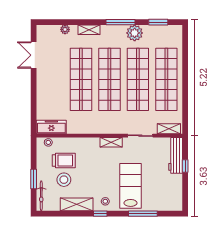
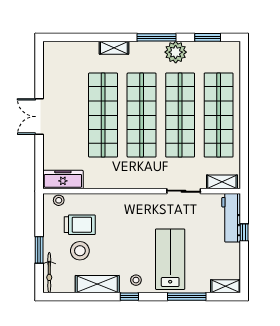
plant: (65, 29) -> (81, 47), removed
double door: (34, 55) -> (39, 117), moved
shelving: (111, 142) -> (225, 286), moved

